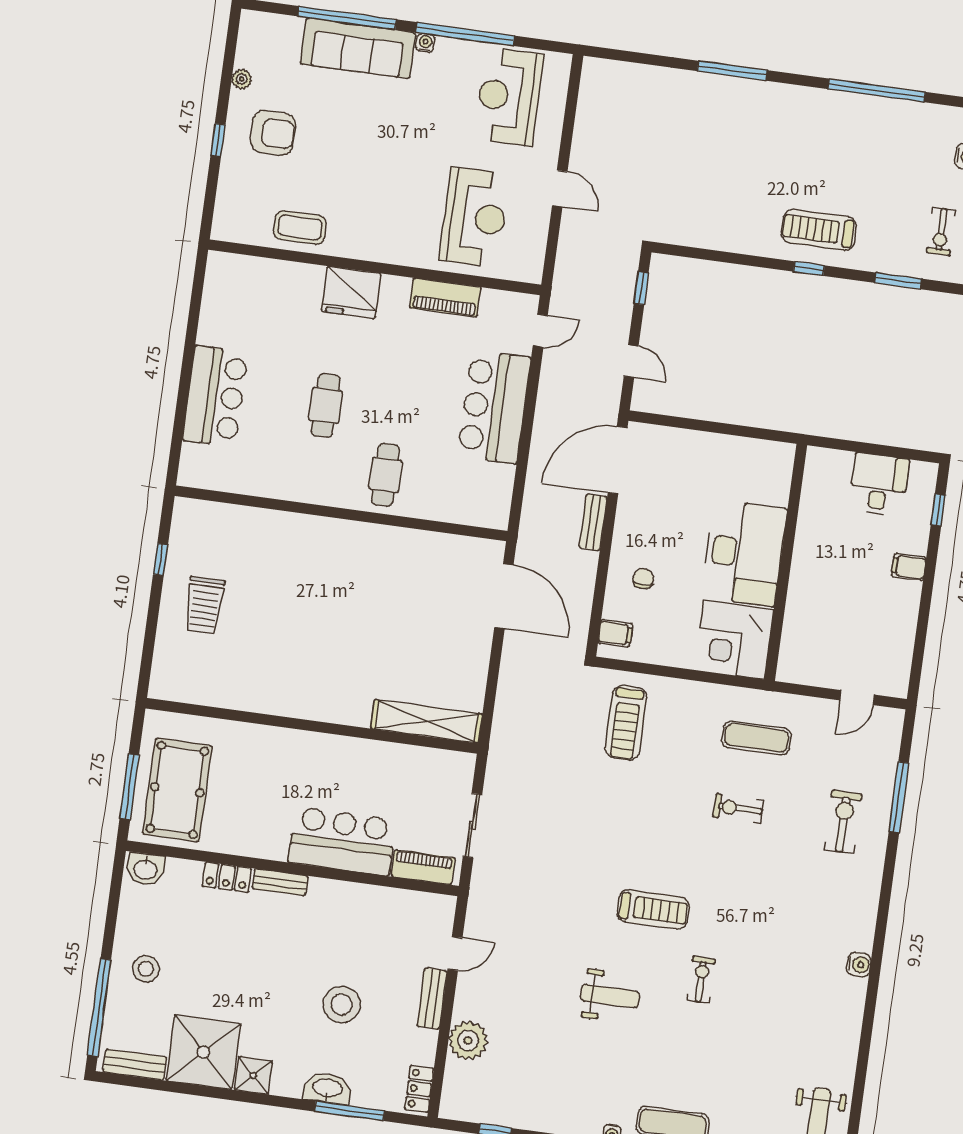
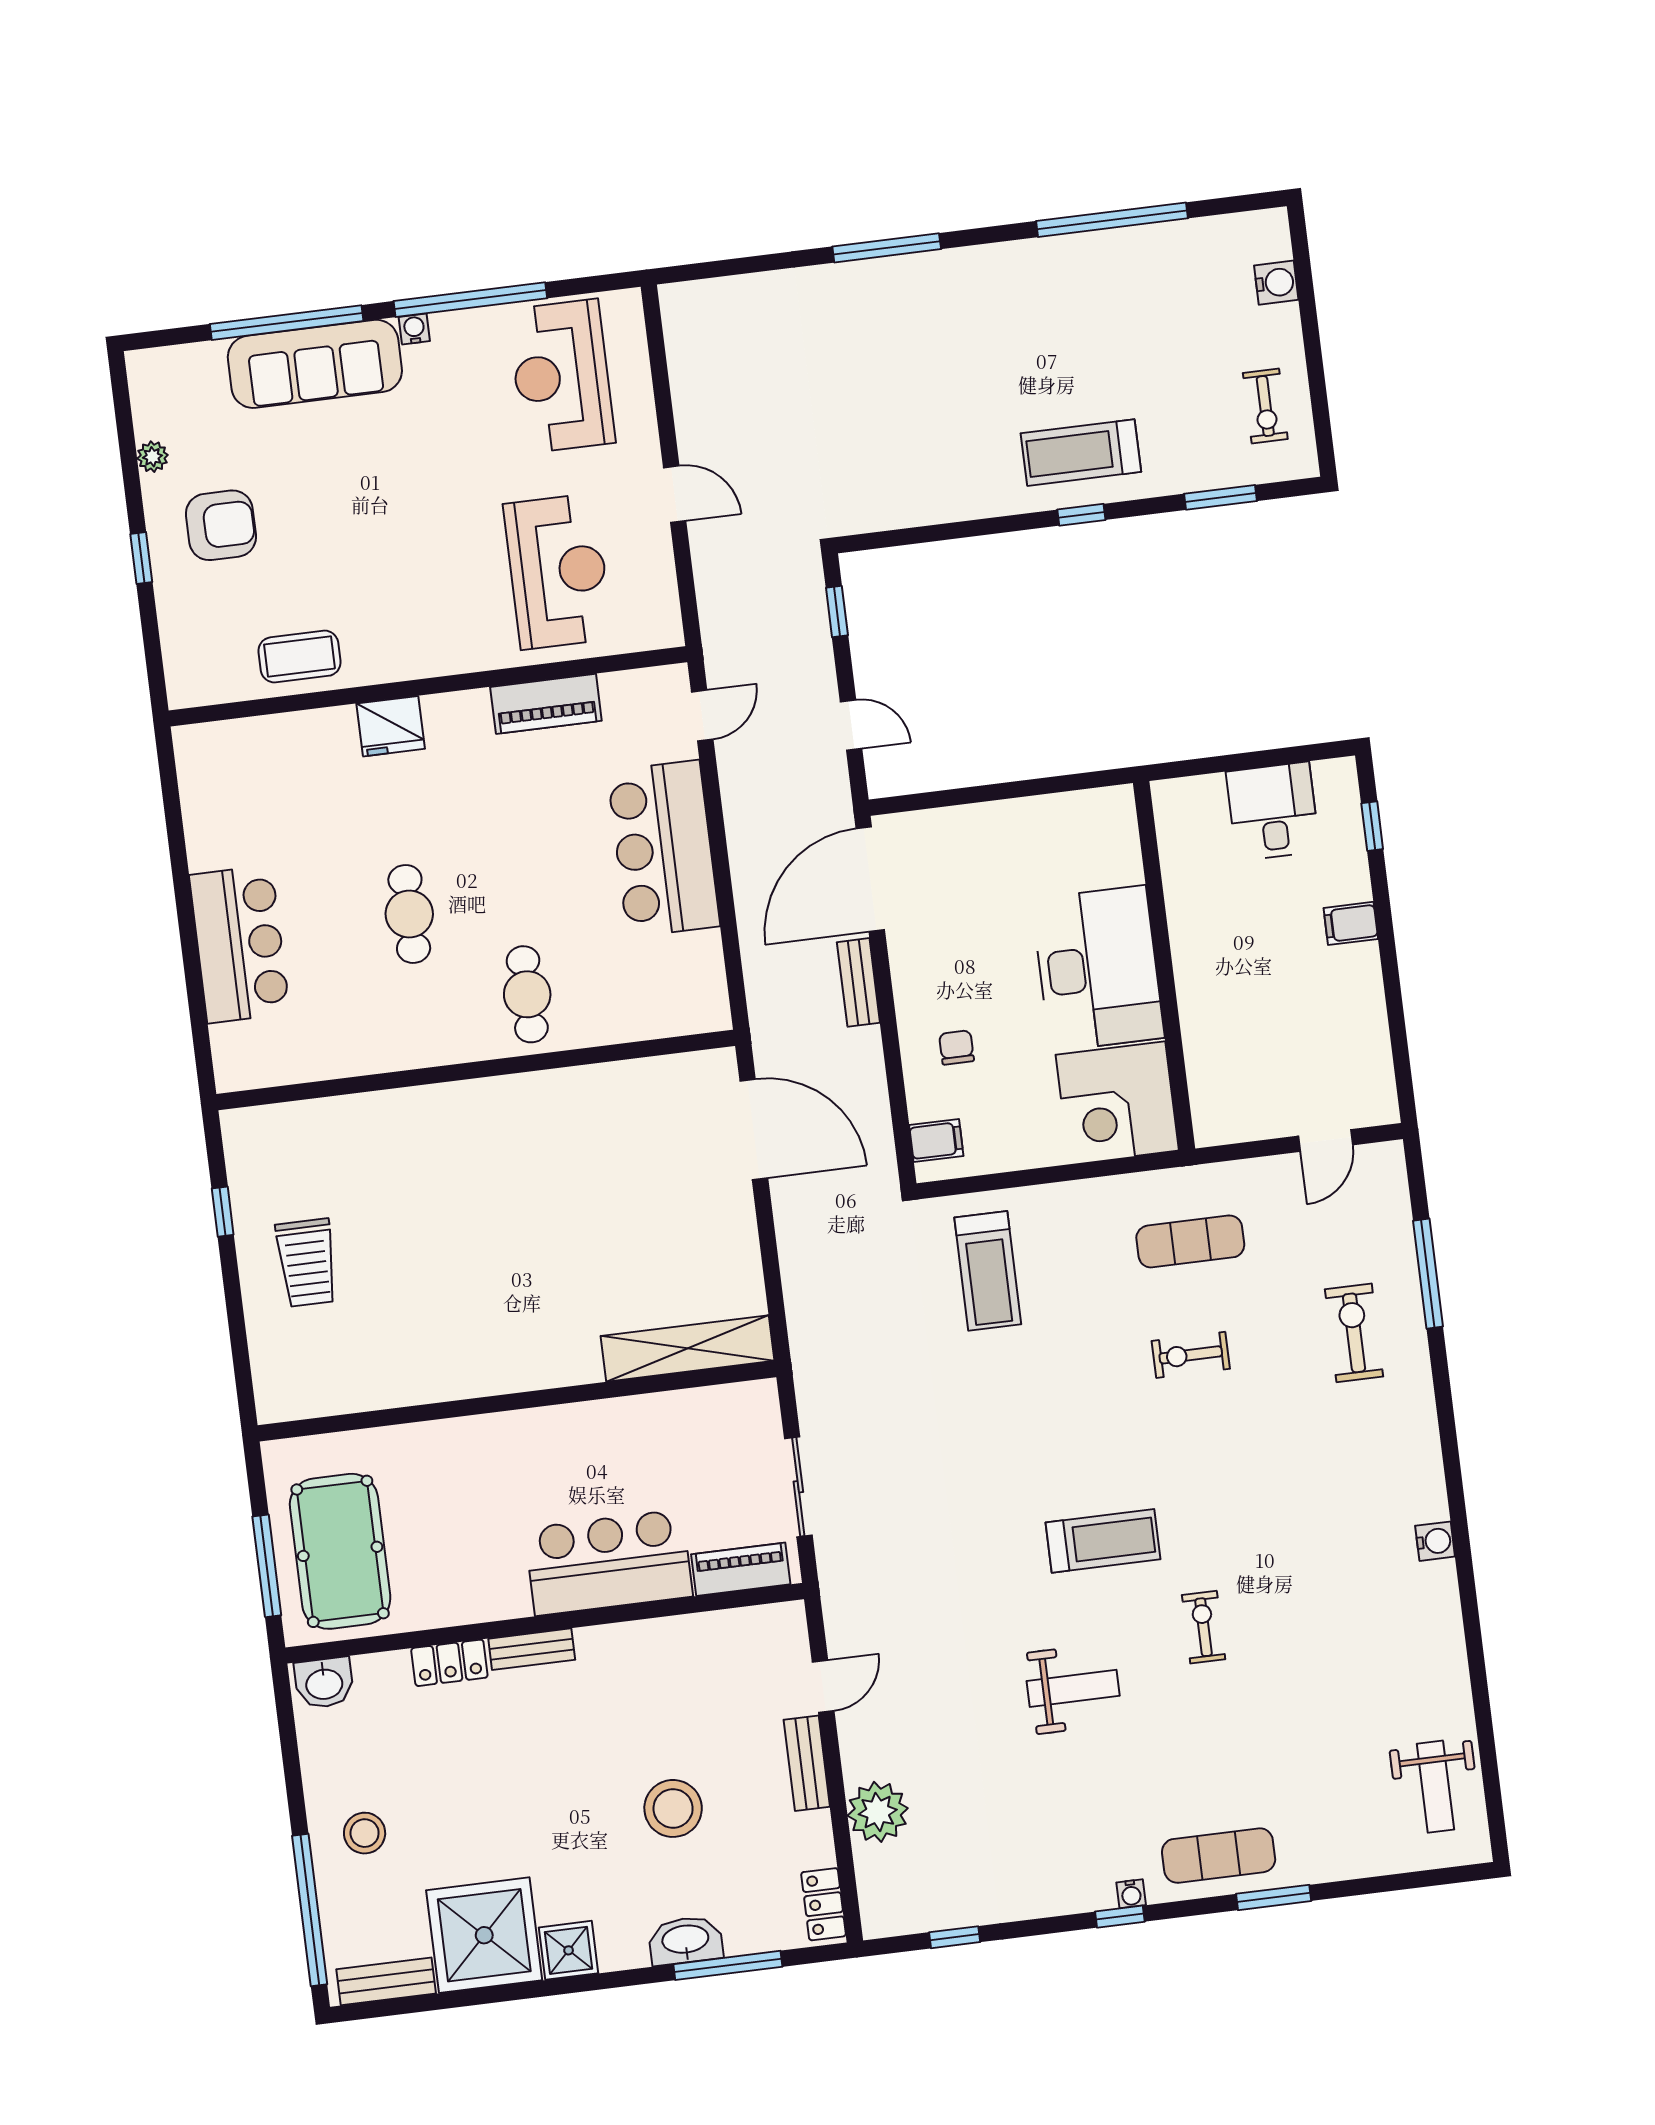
fridge: (351, 293) -> (391, 726), width x0.73, depth x0.75

